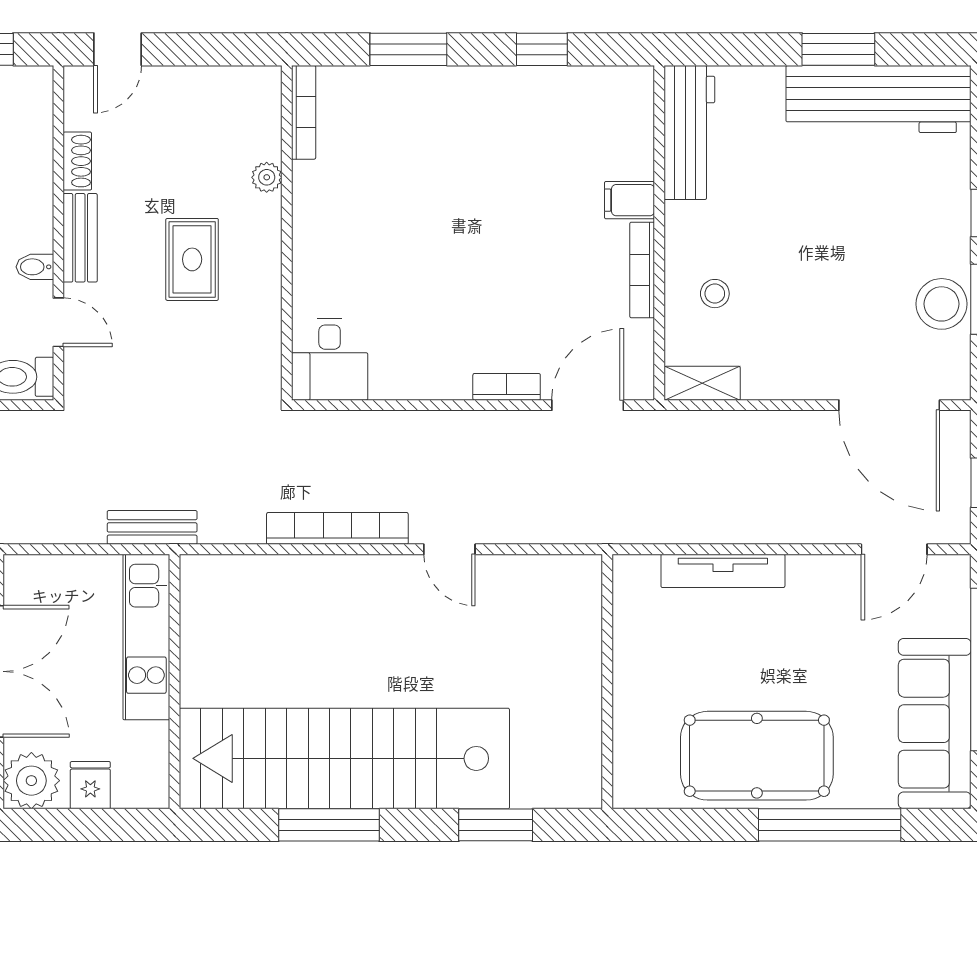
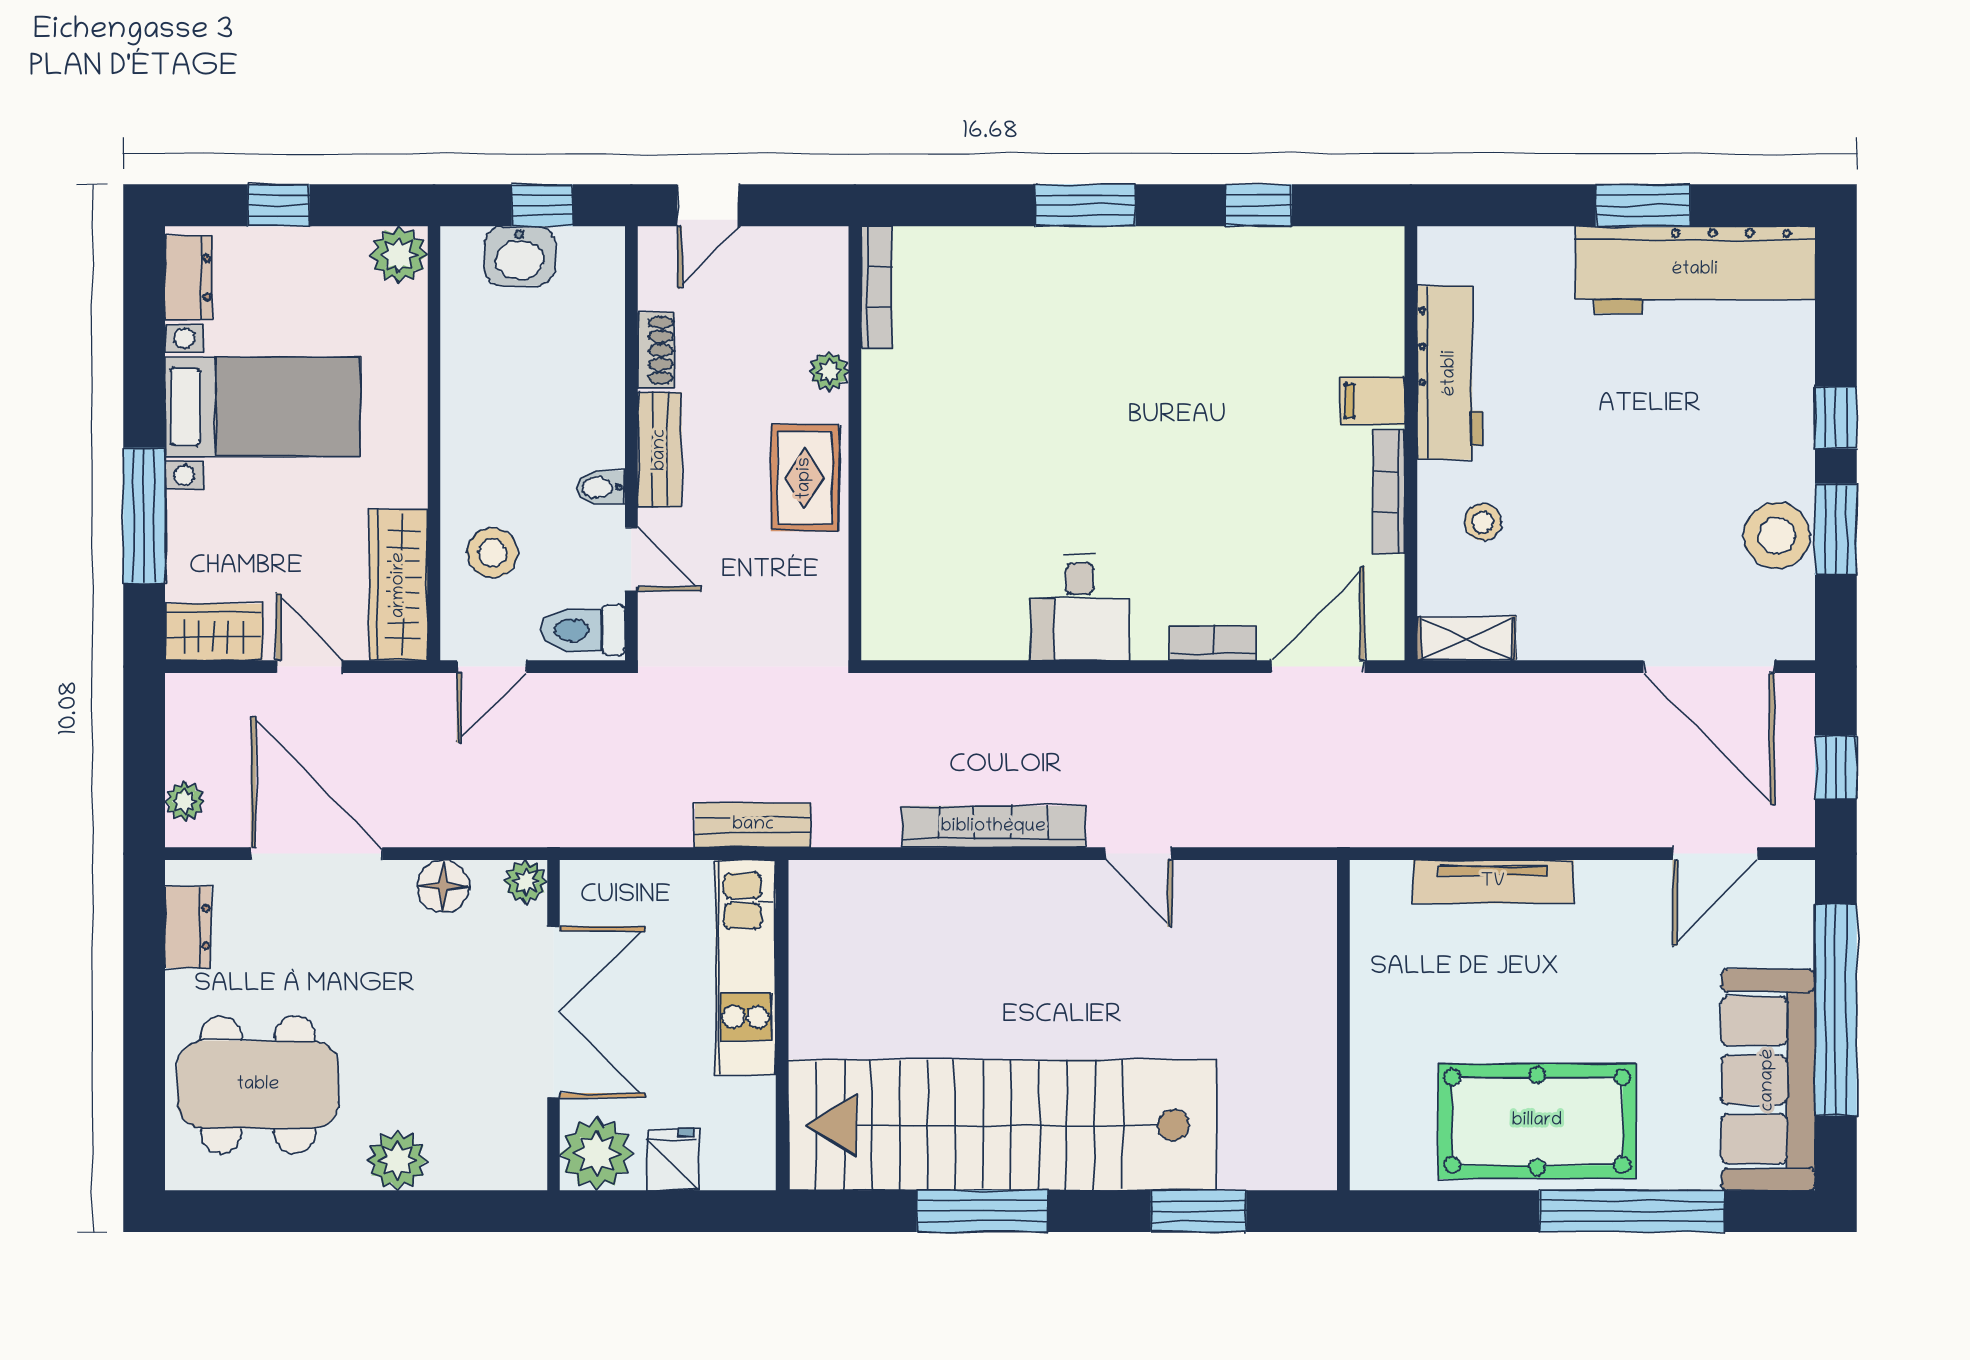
bookcase: (304, 112) -> (877, 287), moved
workbench: (689, 132) -> (1450, 373), moved
plant: (267, 177) -> (829, 371), moved
wall: (287, 233) -> (855, 443), moved
desk: (330, 359) -> (1080, 607), moved

